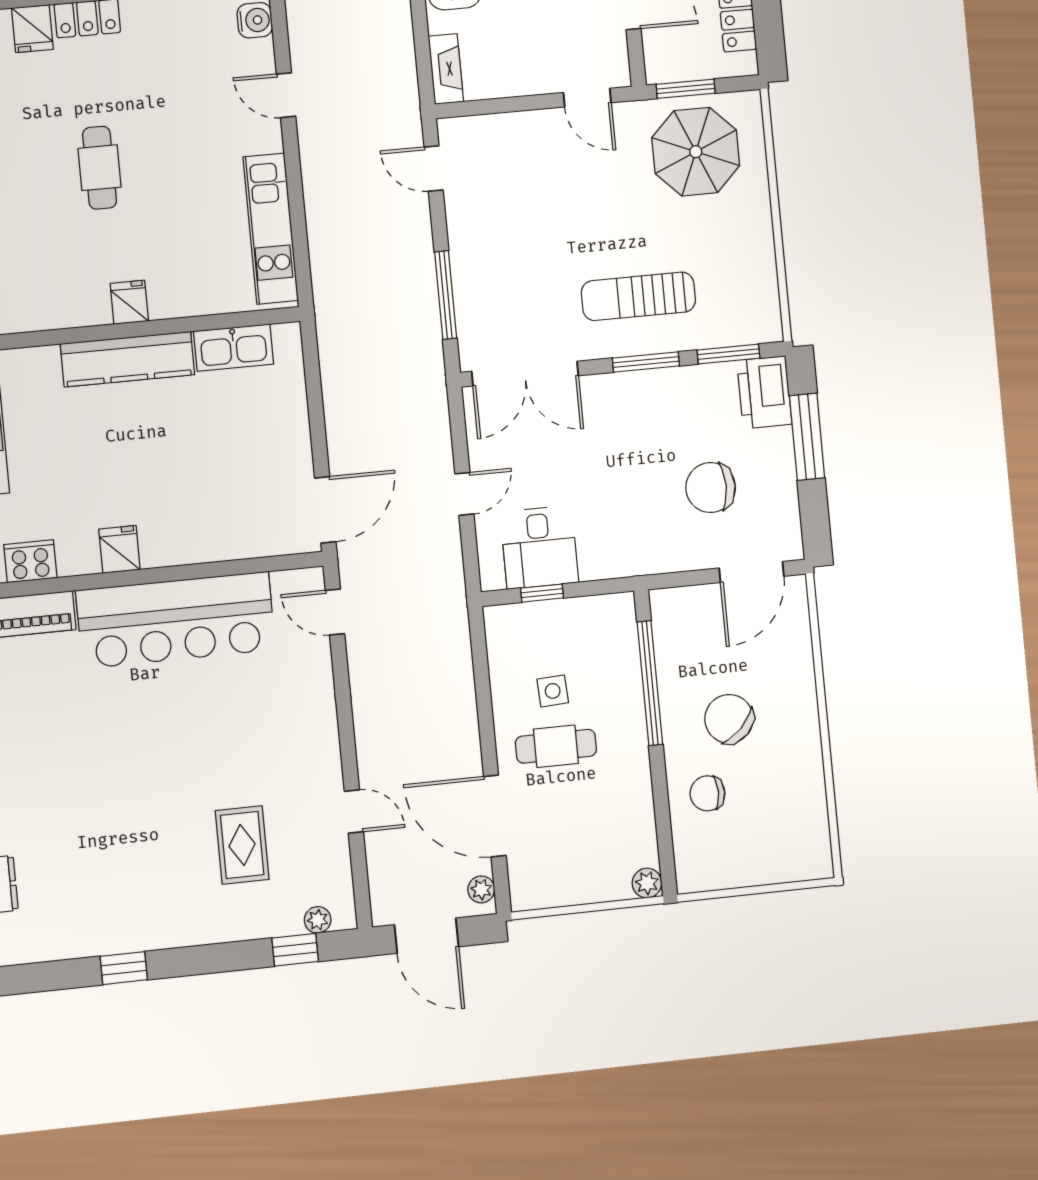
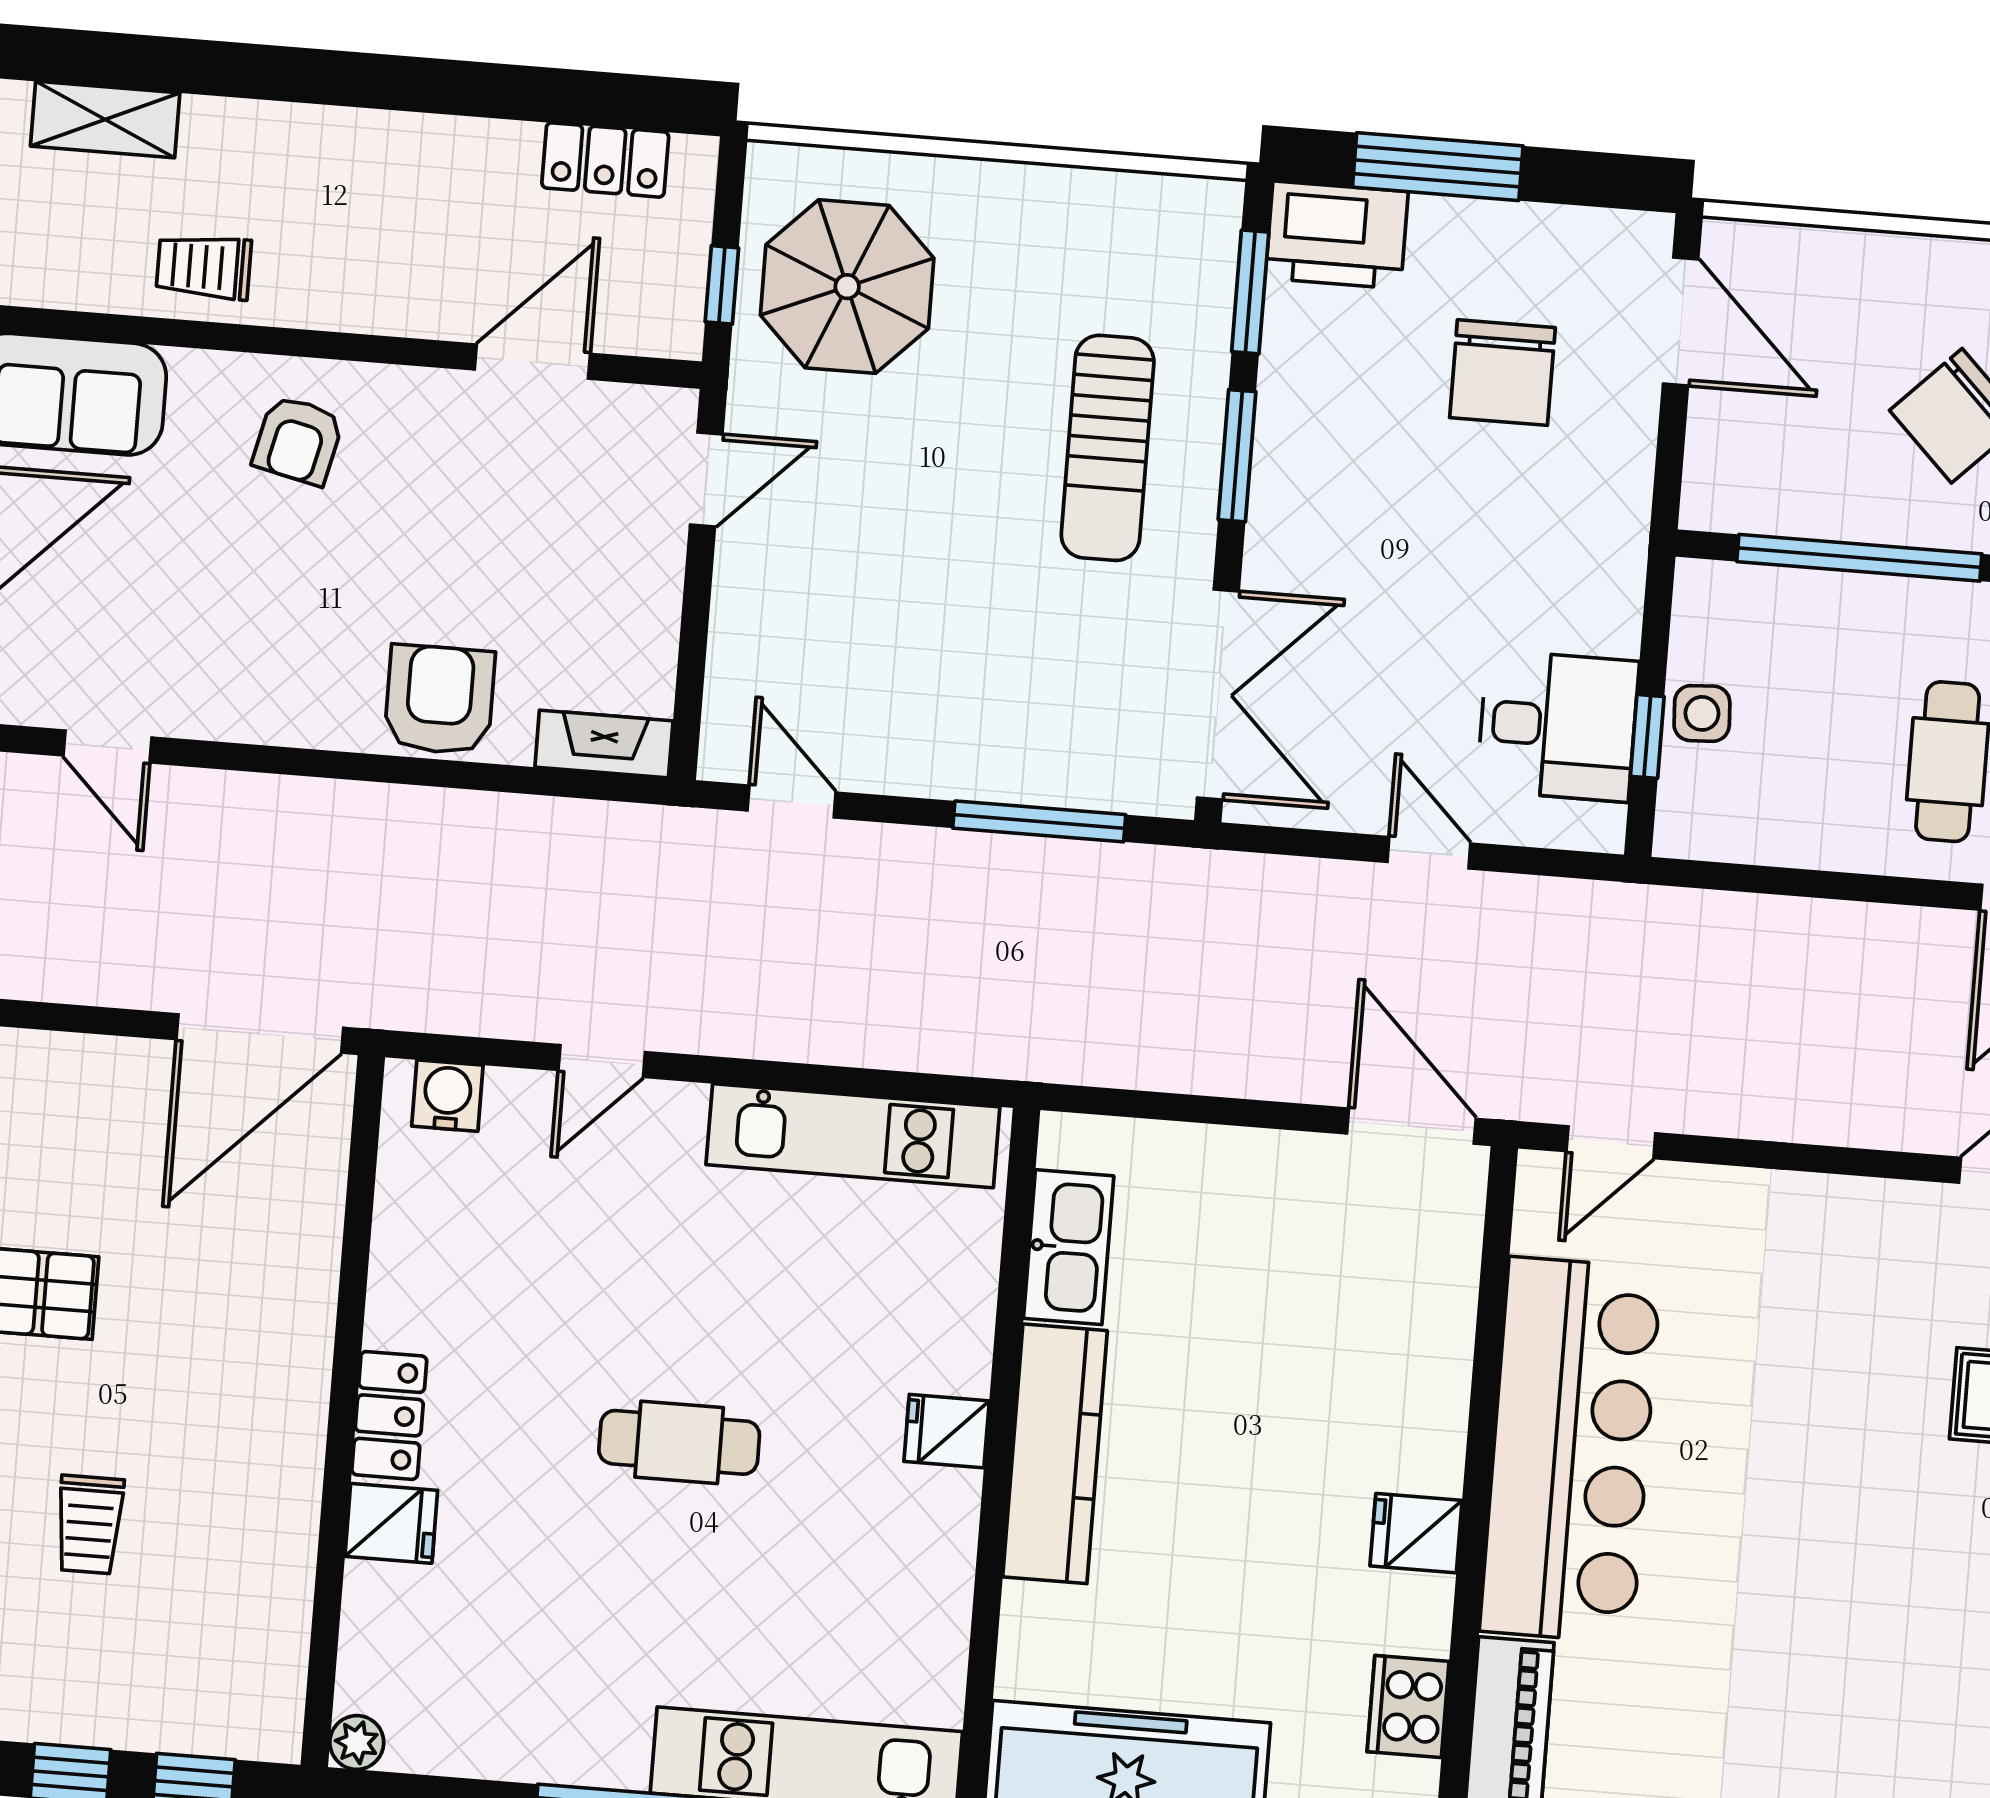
window: (686, 89) -> (722, 285), width x0.67
door: (434, 168) -> (792, 802), swing flipped
side table: (553, 691) -> (1702, 713), moved

